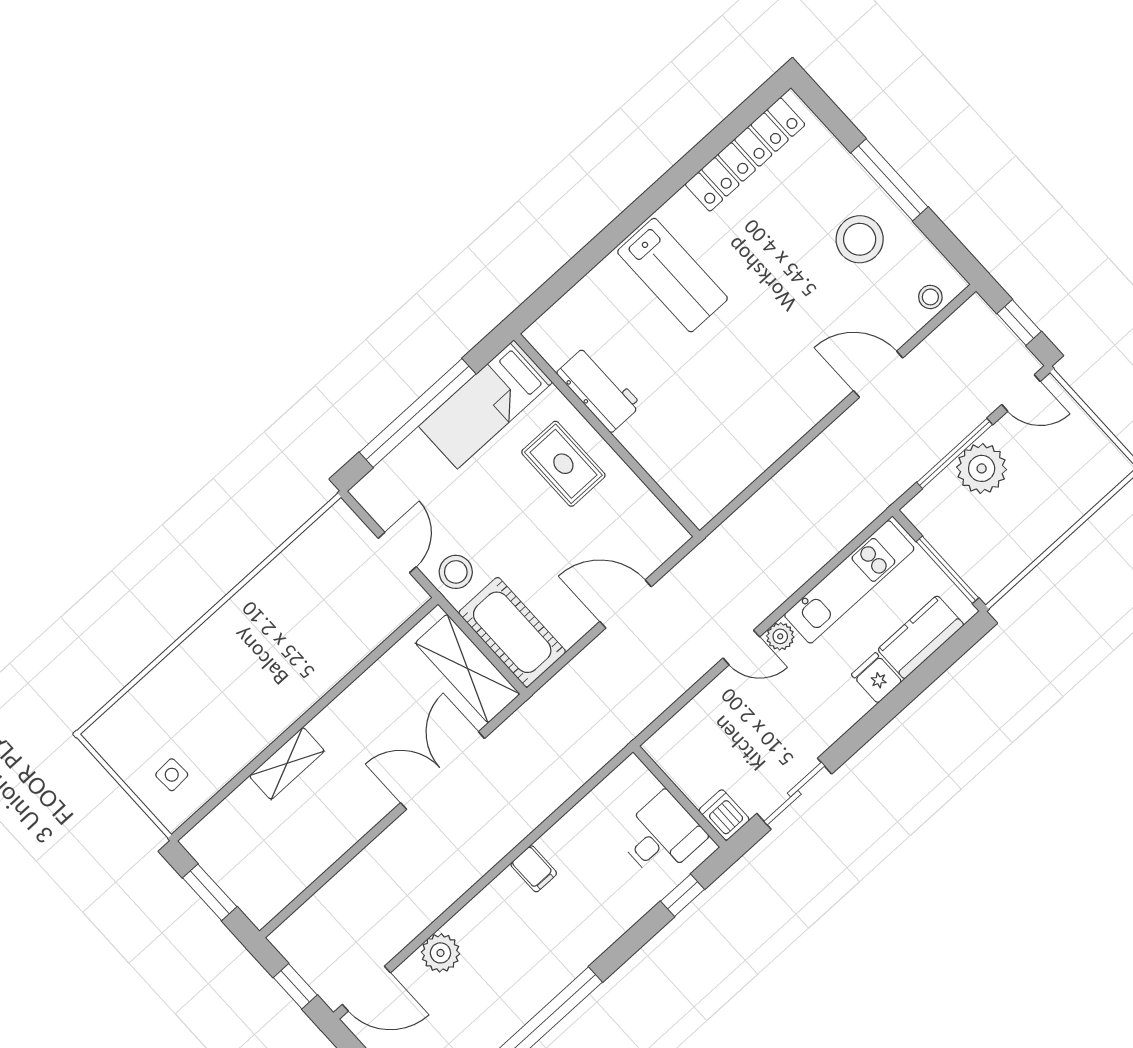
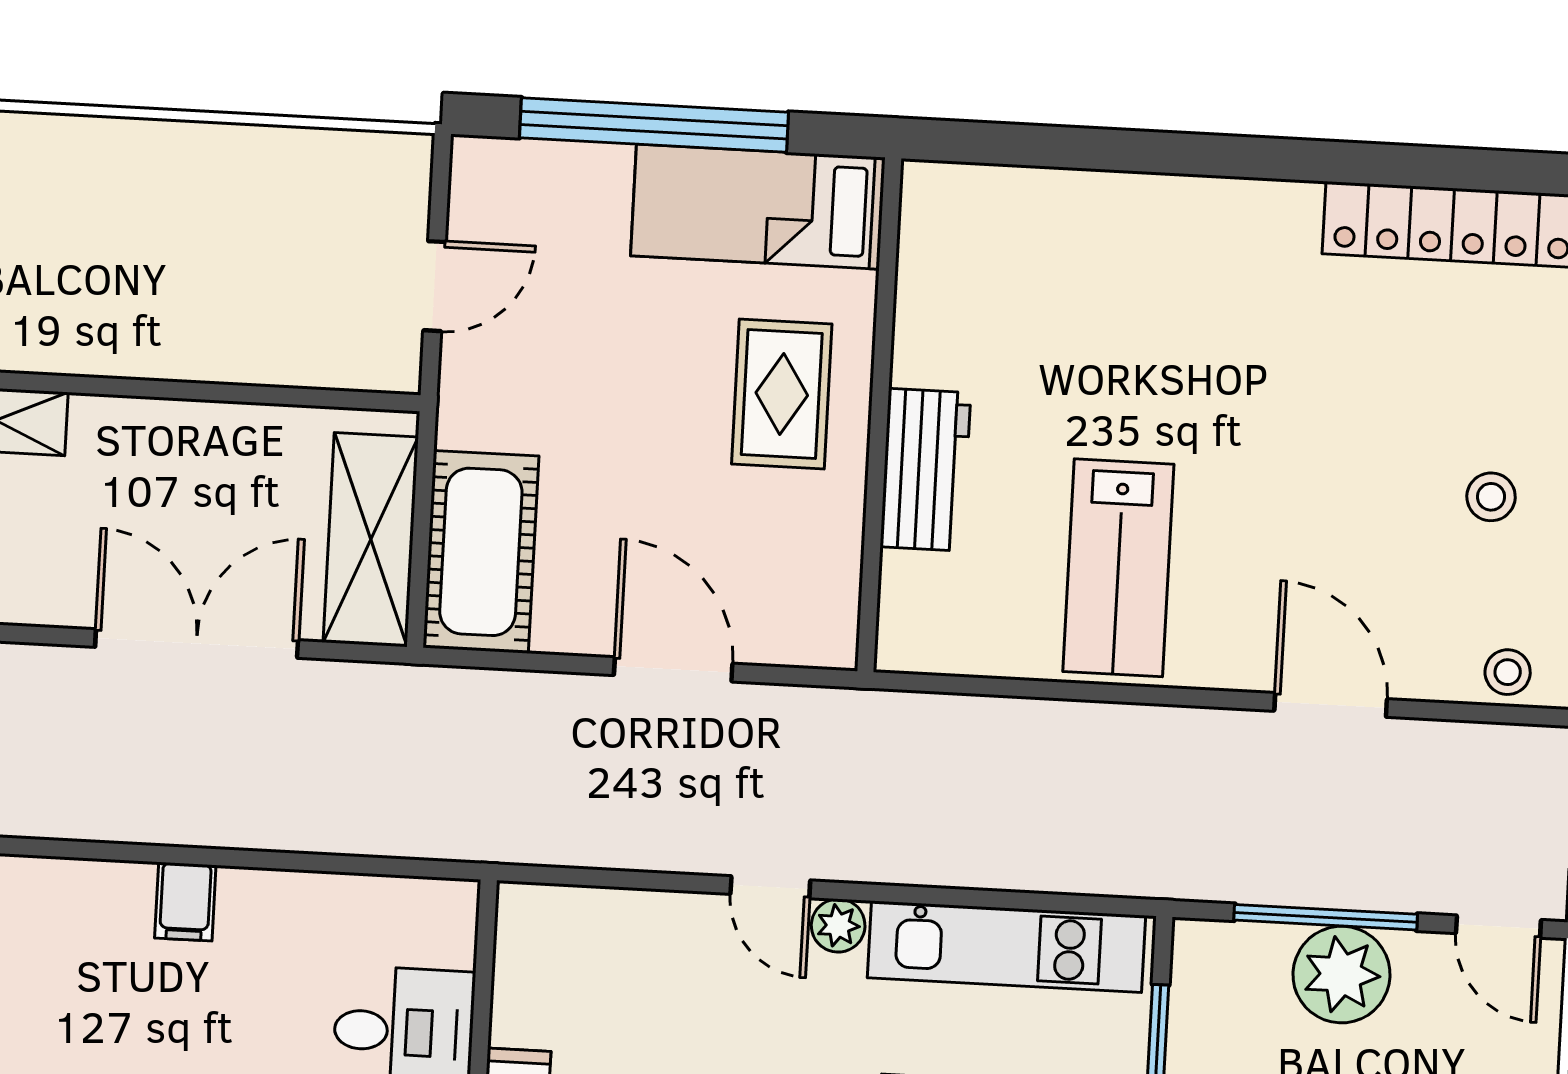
stool: (860, 239) -> (1491, 497), width x0.53, depth x0.53
lab bench: (673, 275) -> (1118, 568), moved
workbench: (599, 389) -> (925, 470), moved
stool: (456, 572) -> (487, 393), removed

